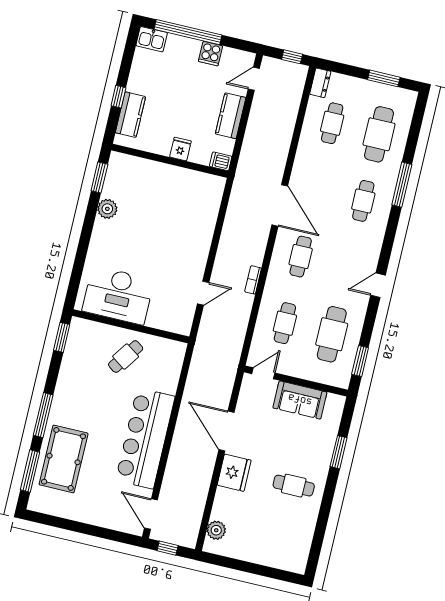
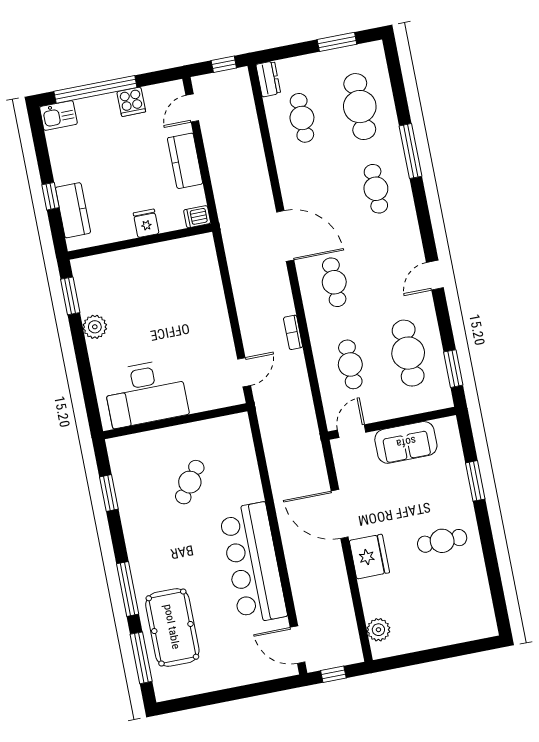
desk: (118, 295) -> (146, 393), moved
wall: (131, 326) -> (175, 421), moved

